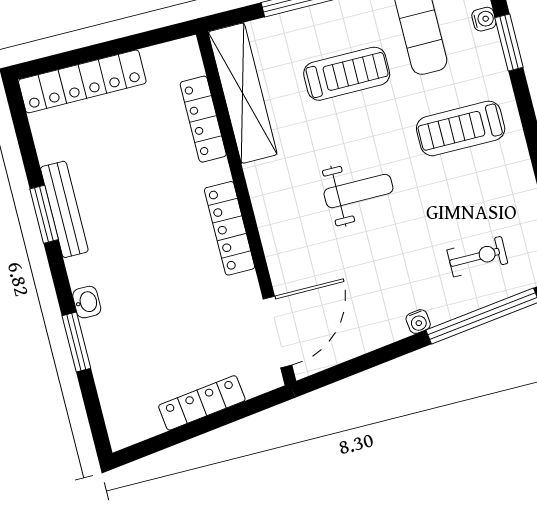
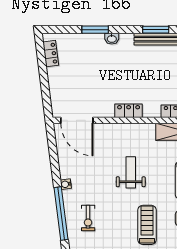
weight bench: (358, 191) -> (131, 172), turned 180
locker: (230, 228) -> (129, 111), width x0.66
locker: (202, 403) -> (51, 54), moved, width x0.66

